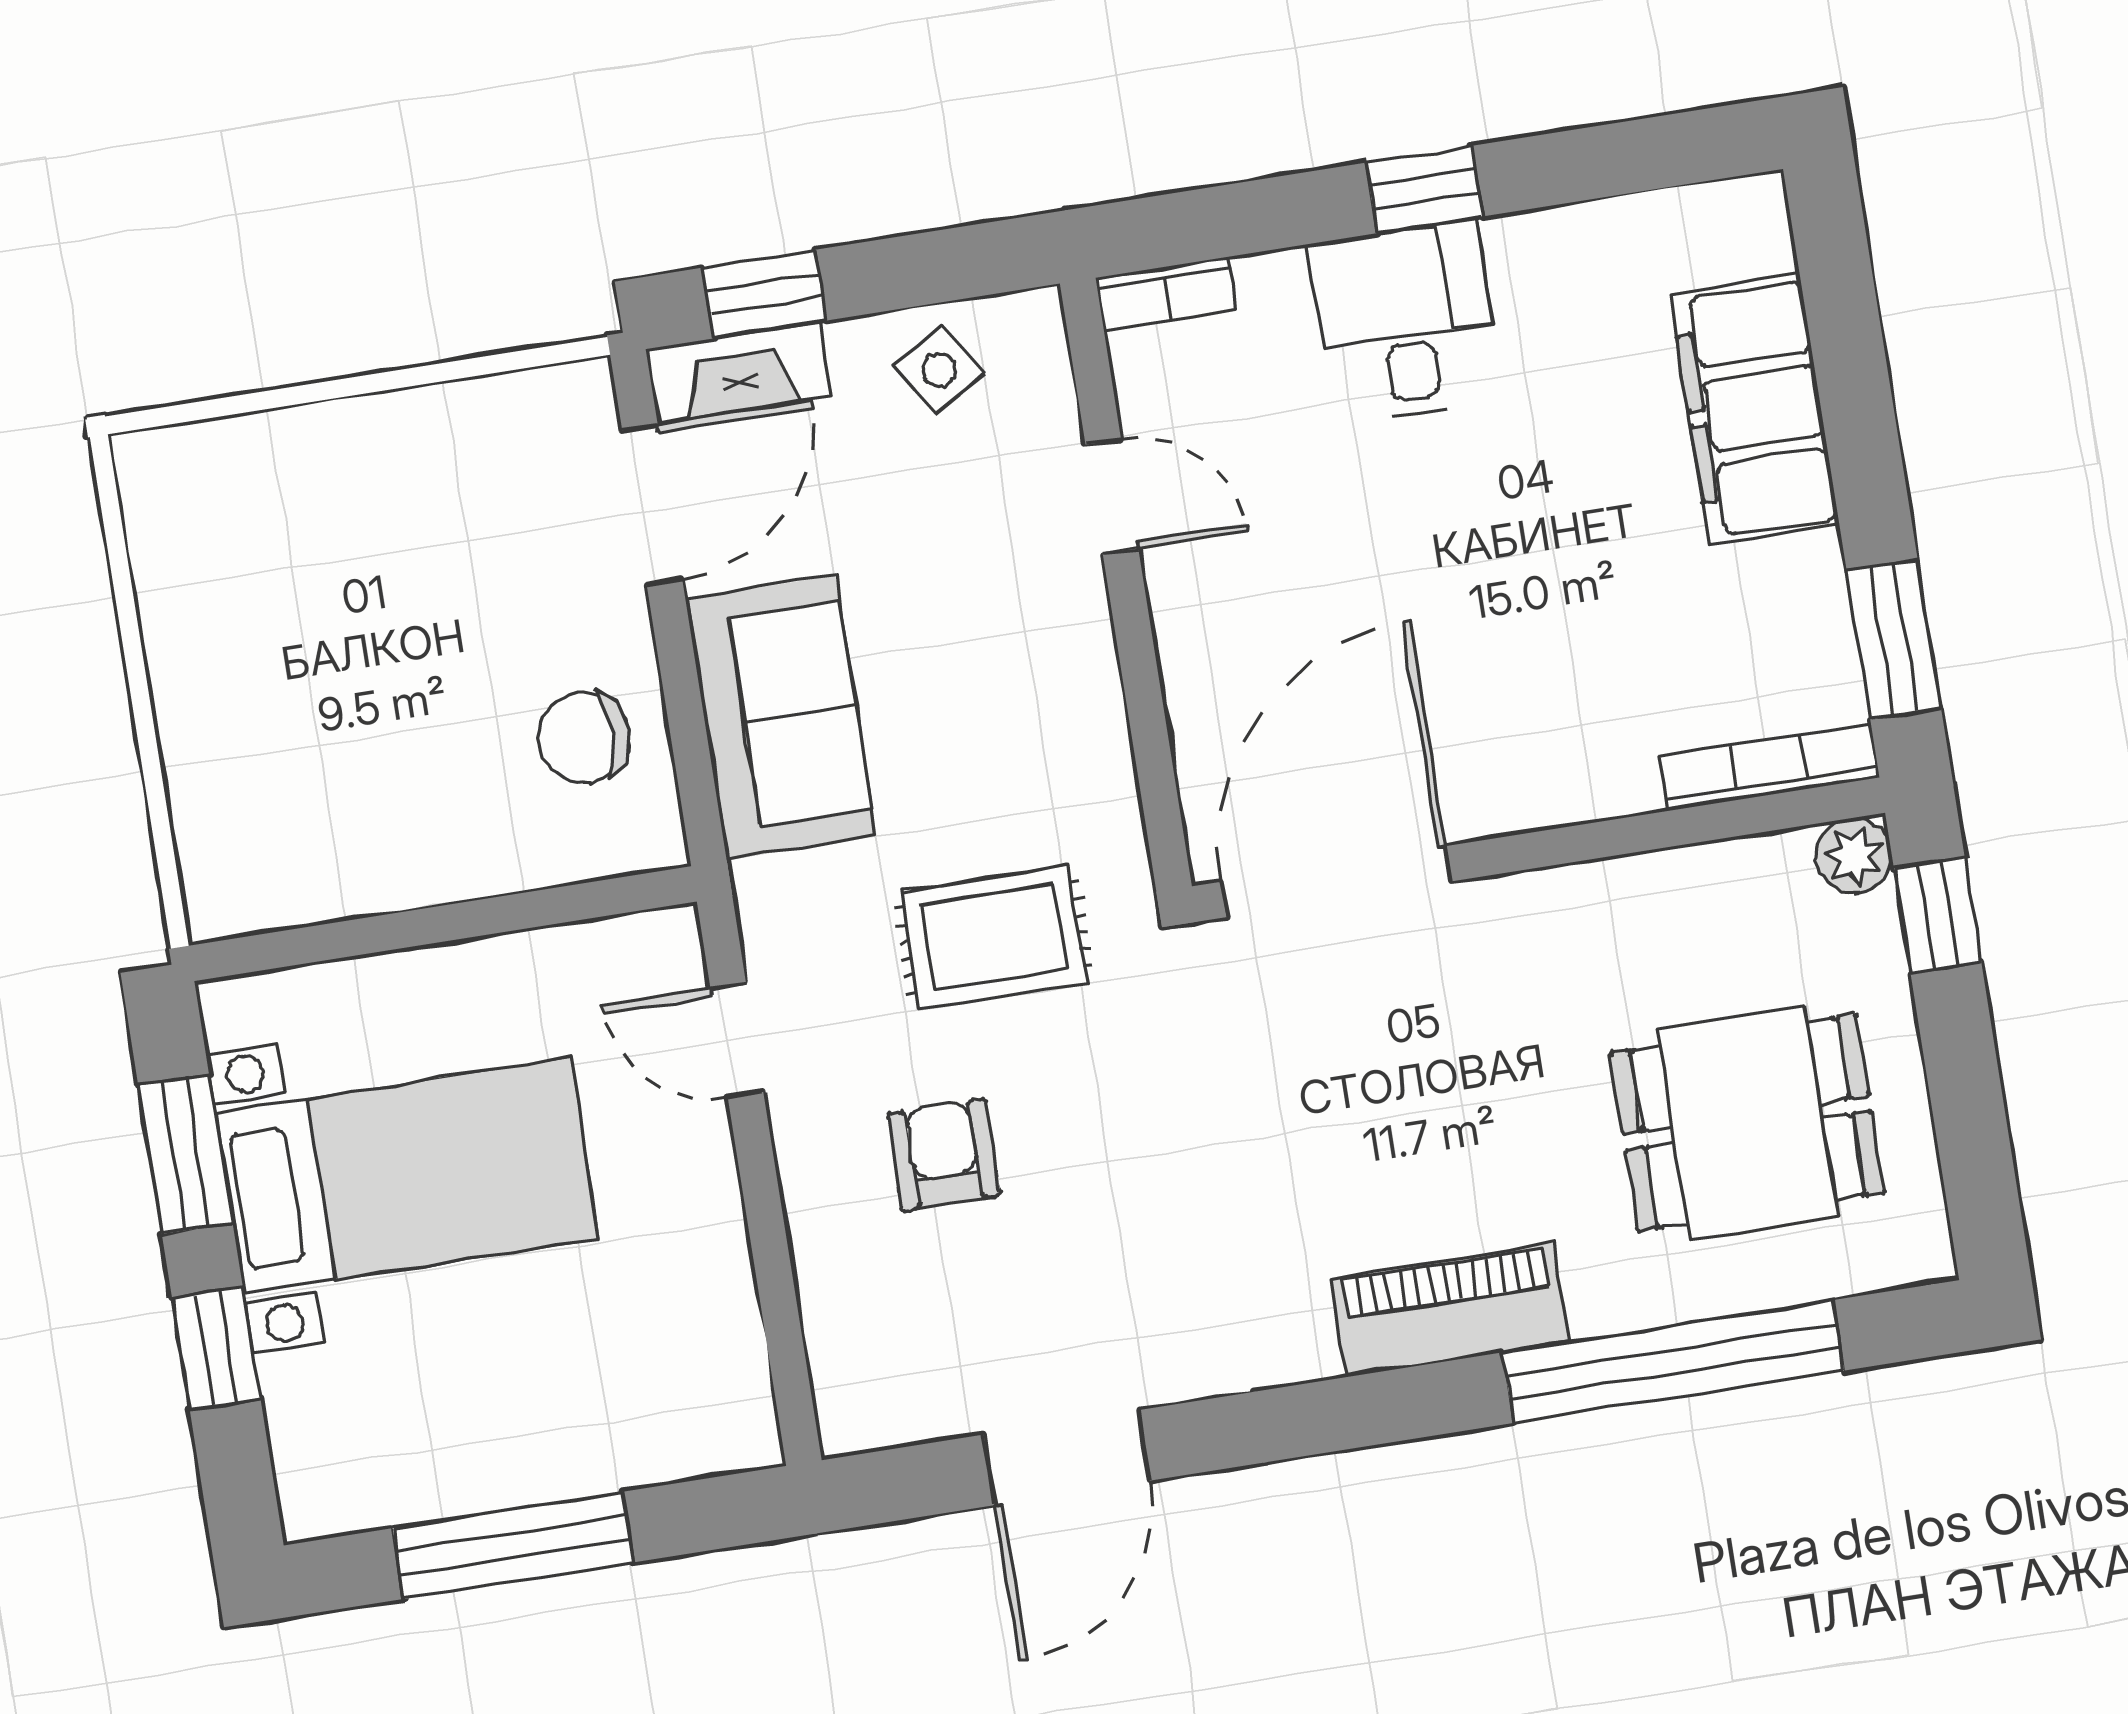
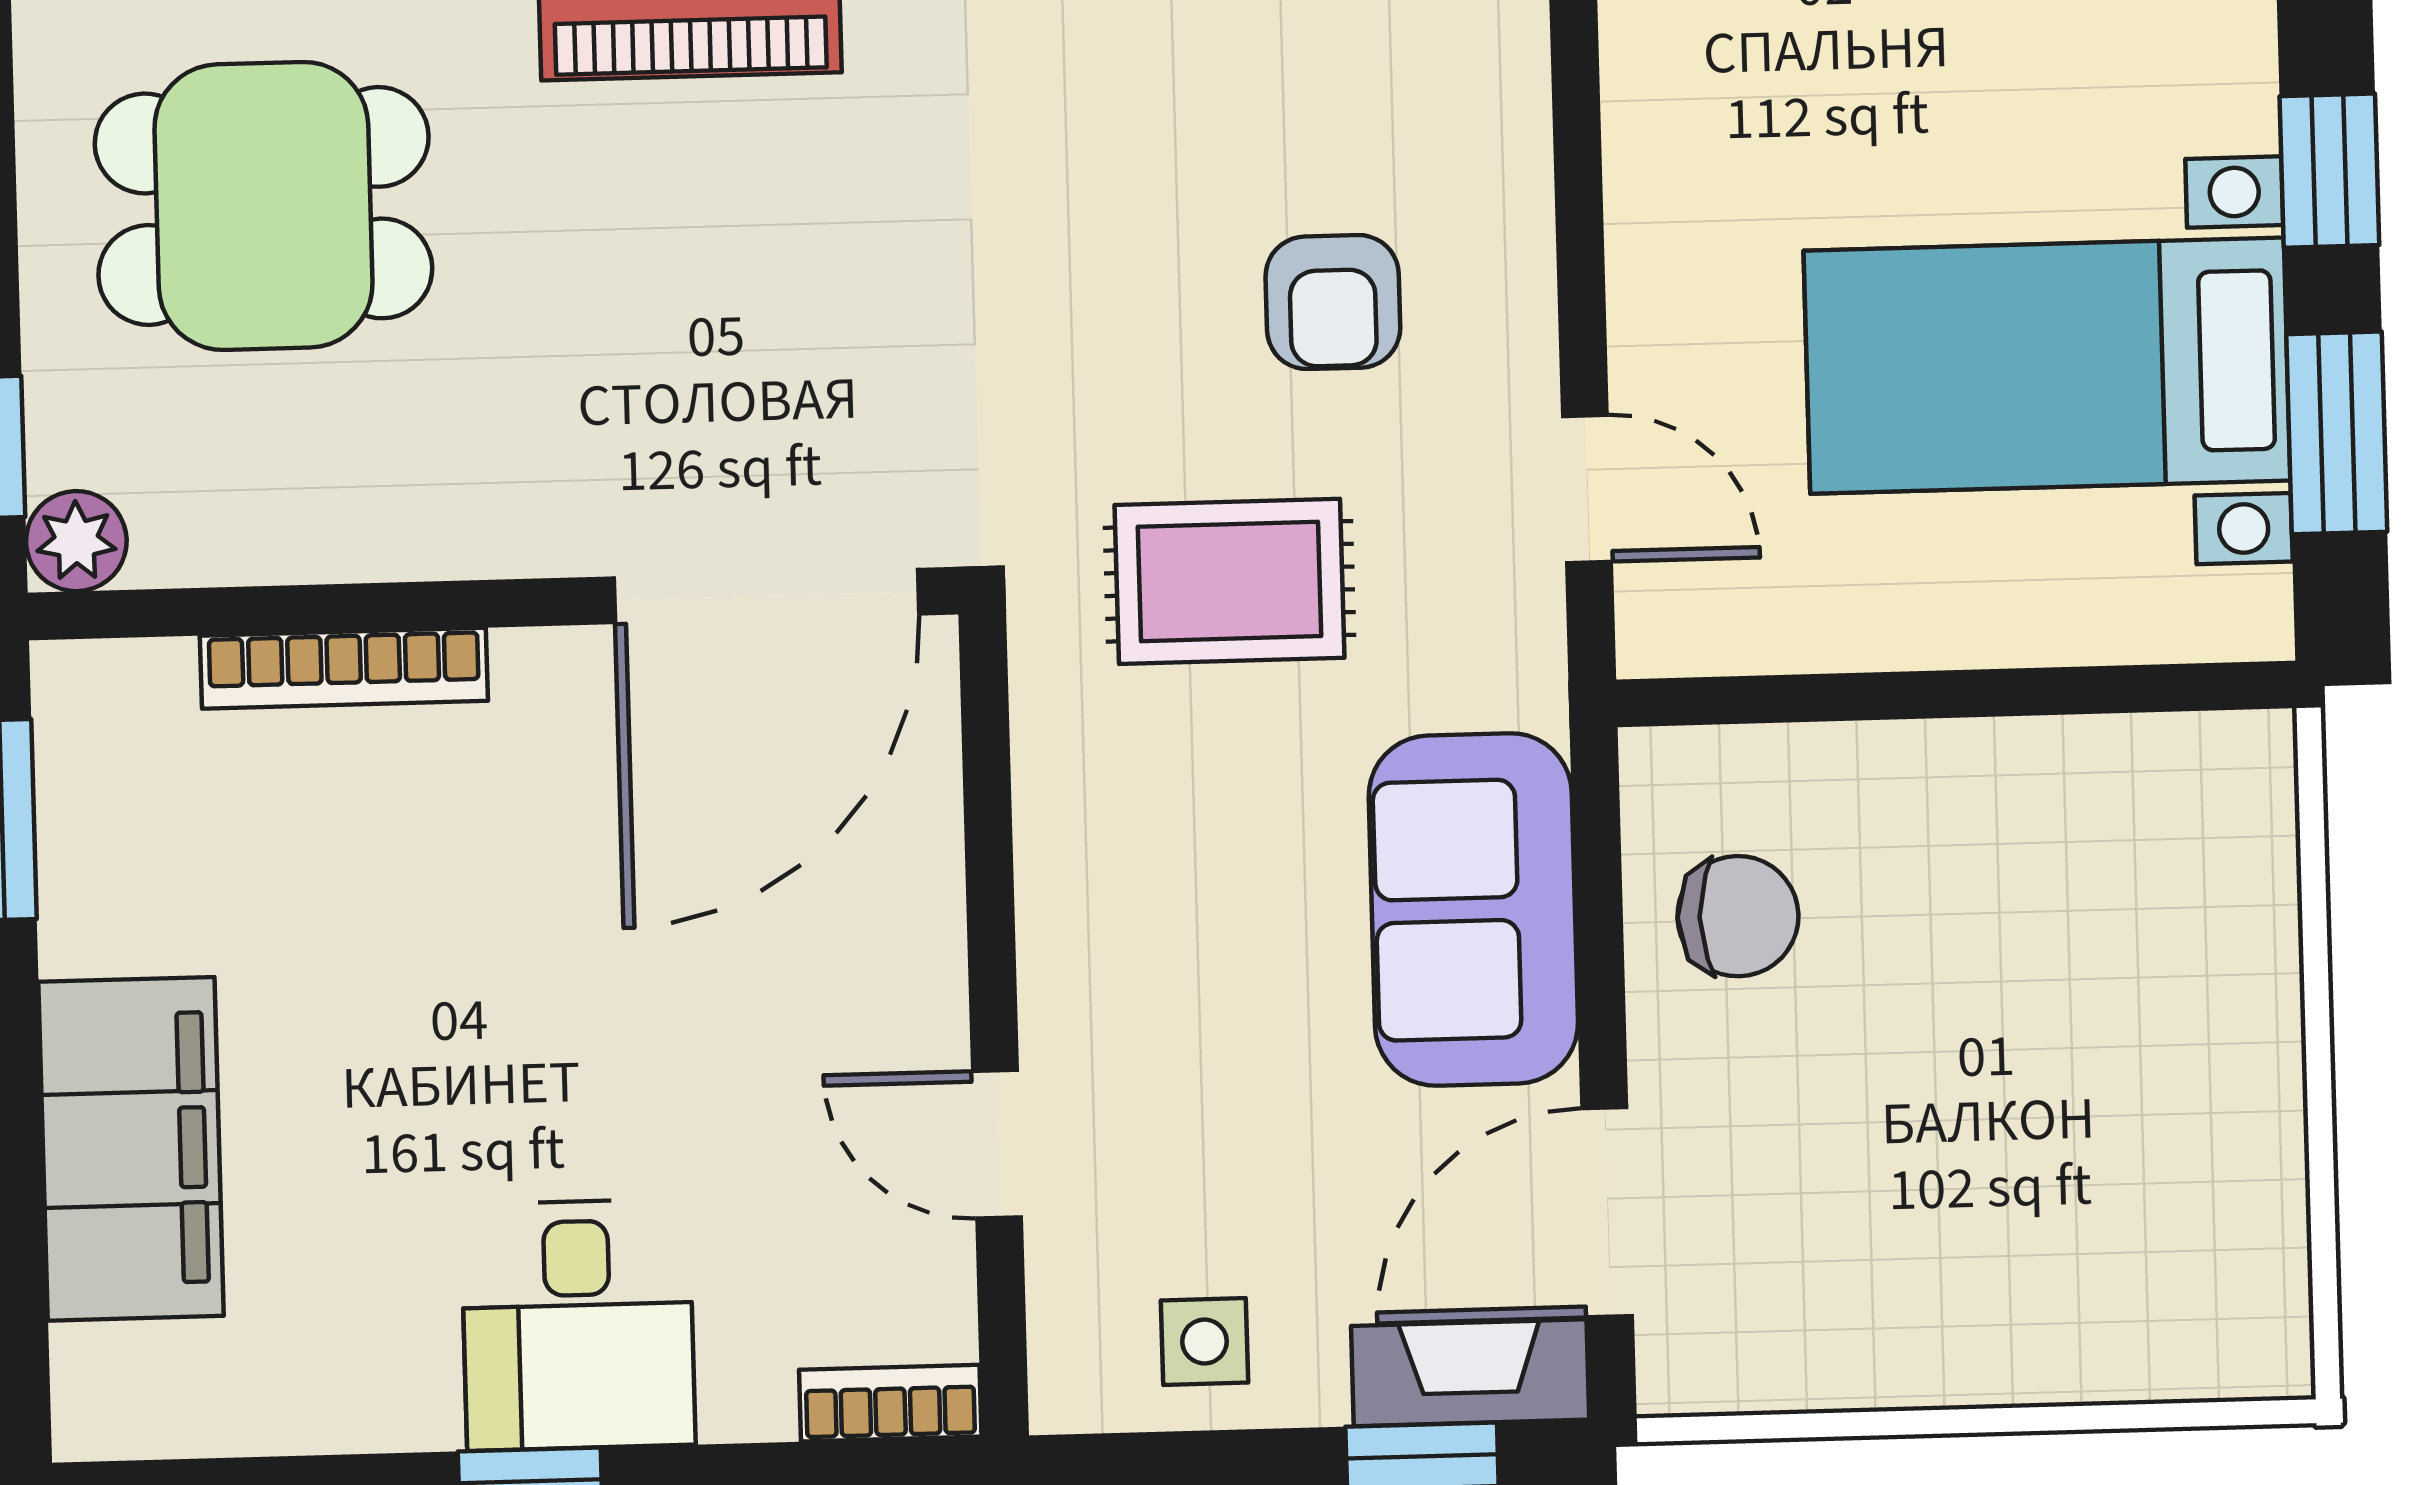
side table: (939, 370) -> (1204, 1342), turned 31
bookcase: (1770, 767) -> (344, 668), moved

